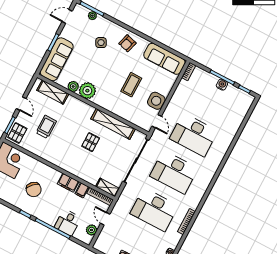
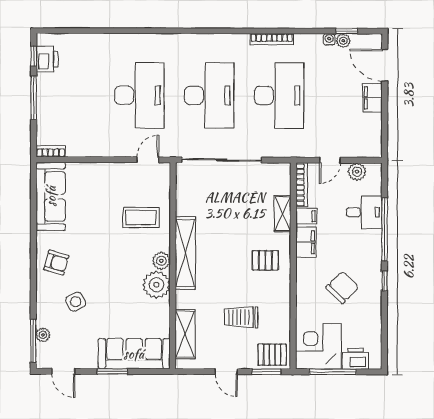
coffee table: (131, 85) -> (141, 217), moved
water cooler: (222, 85) -> (44, 92), removed
plant: (73, 86) -> (161, 261), moved
printer: (239, 96) -> (47, 59), added
side table: (156, 101) -> (118, 176), removed
door: (21, 104) -> (226, 372), swing flipped
shelving: (113, 124) -> (185, 253), moved
pallet: (91, 142) -> (265, 260), moved
shelving: (108, 188) -> (283, 214), moved

